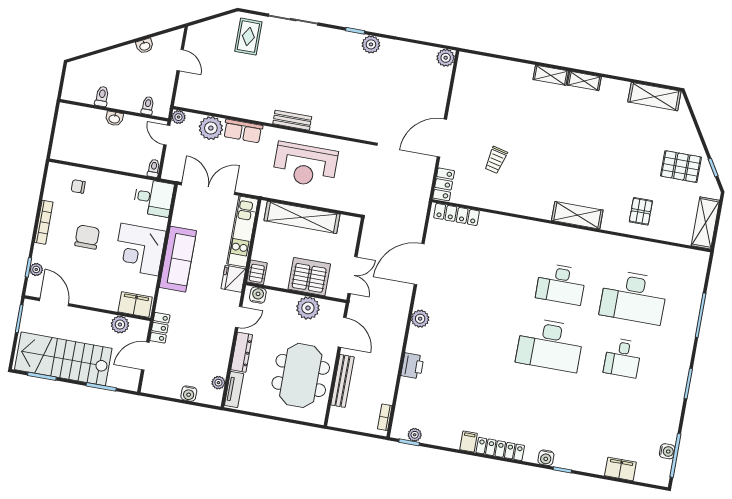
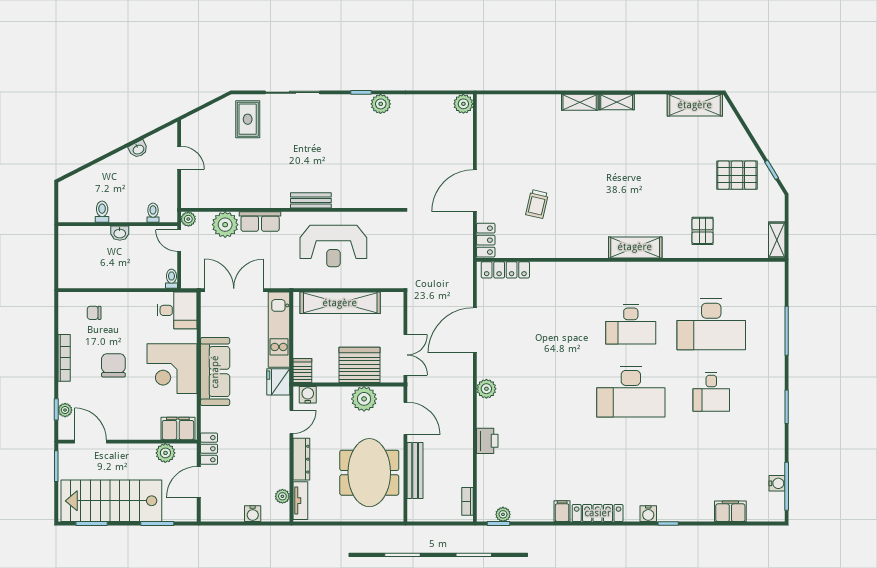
shelving: (705, 223) -> (777, 240), width x0.67, depth x0.75

